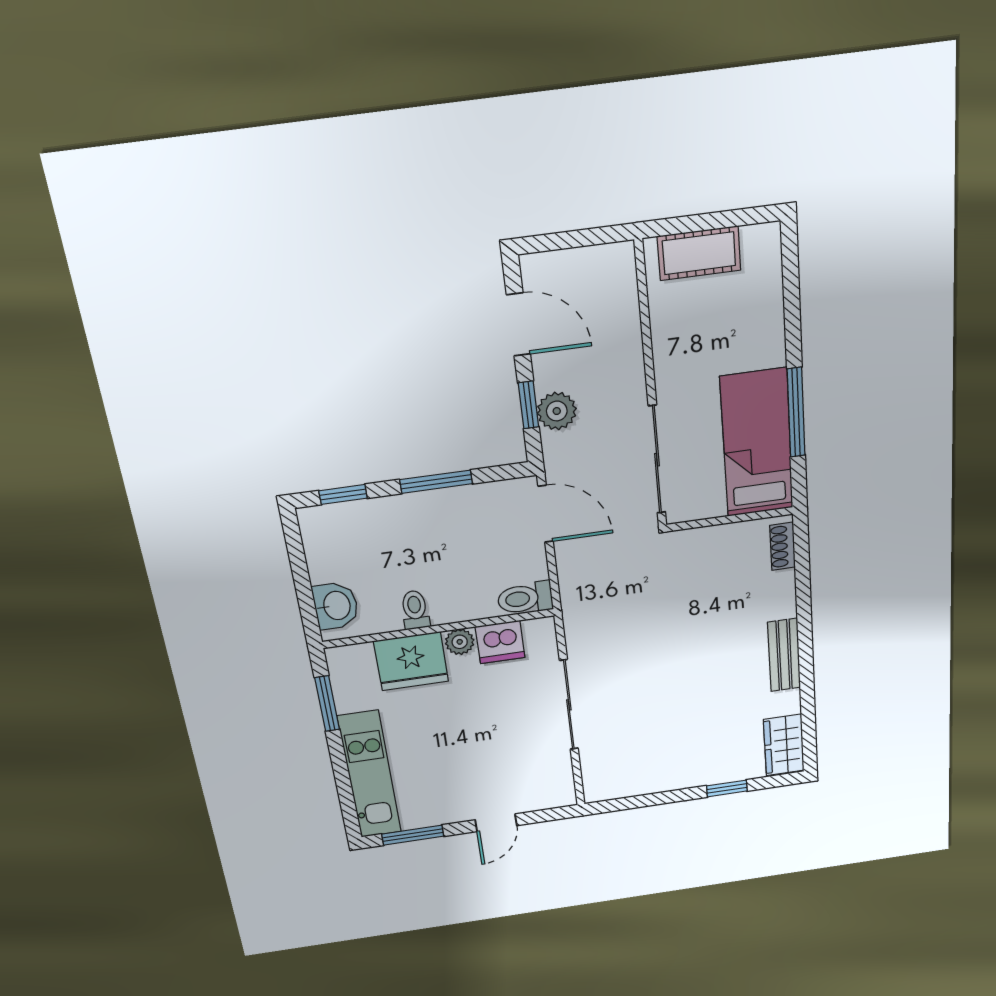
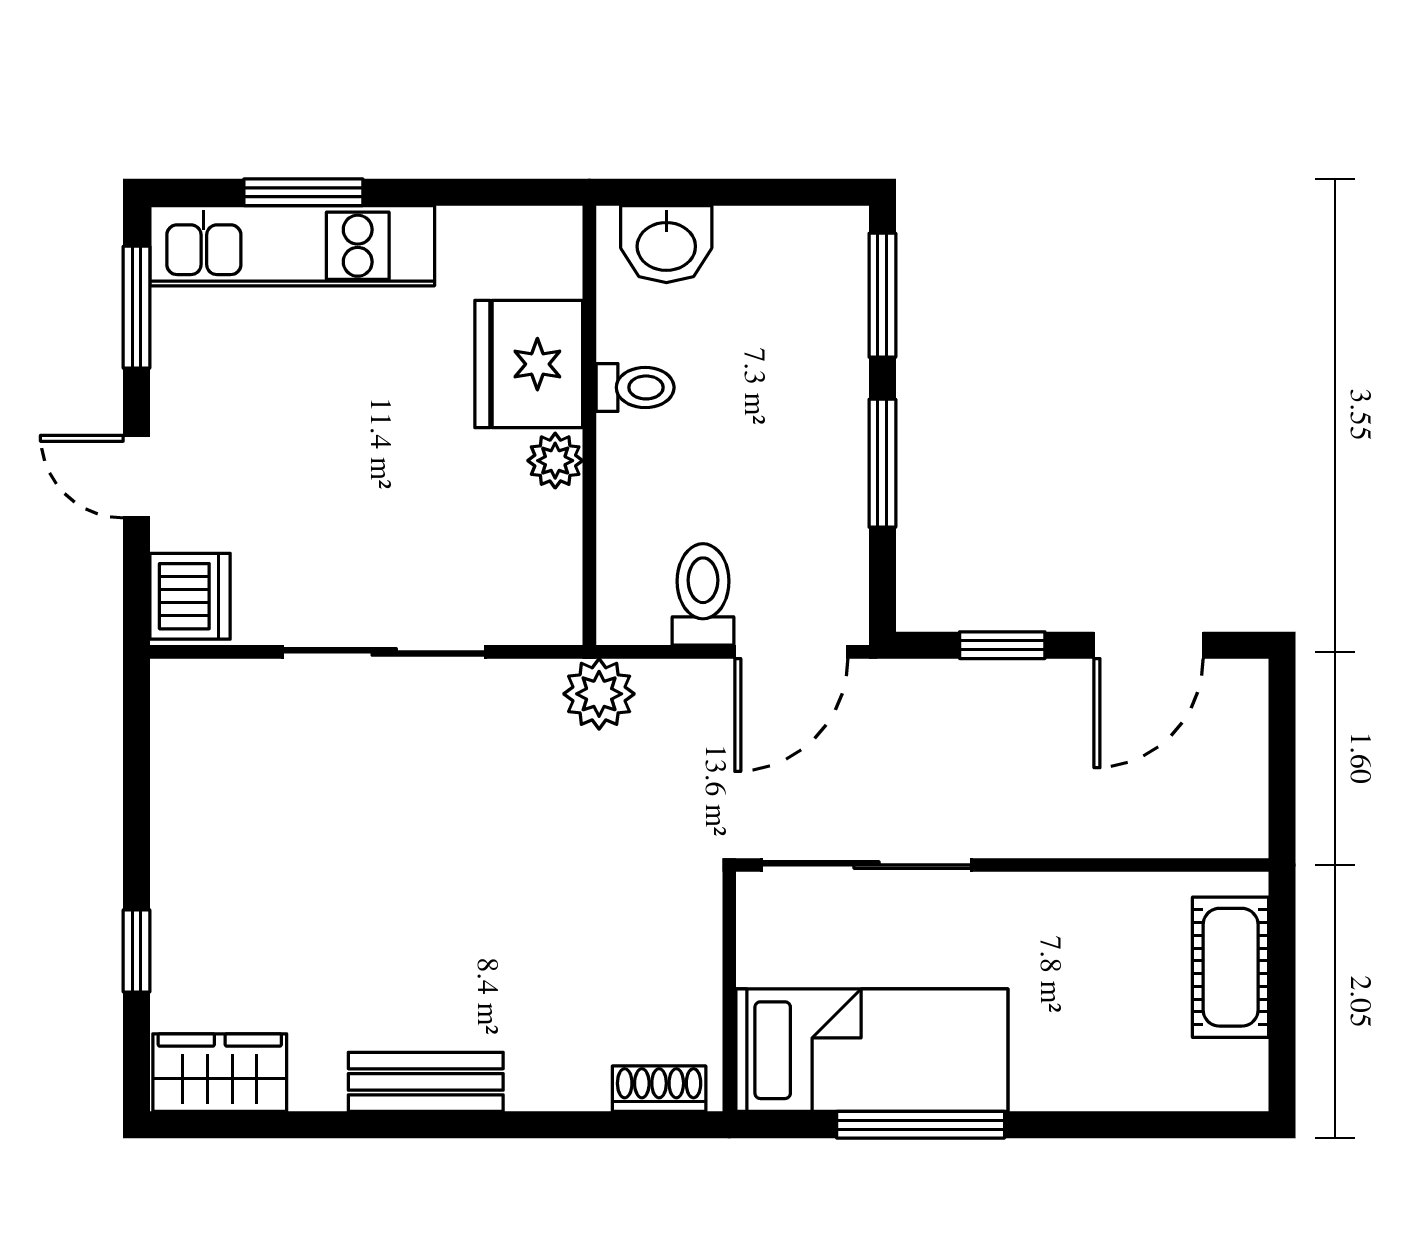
plant: (557, 411) -> (599, 694), moved
window: (343, 494) -> (882, 295), width x1.50
toilet: (525, 598) -> (703, 594), moved
dishwasher: (500, 642) -> (190, 596), moved, turned 180
window: (327, 704) -> (303, 192), moved

